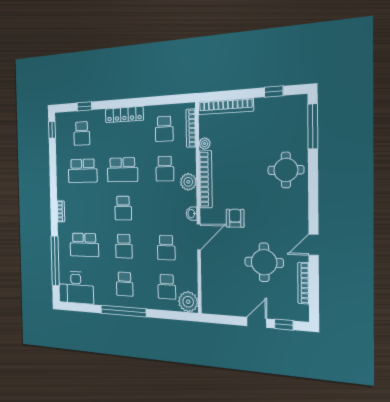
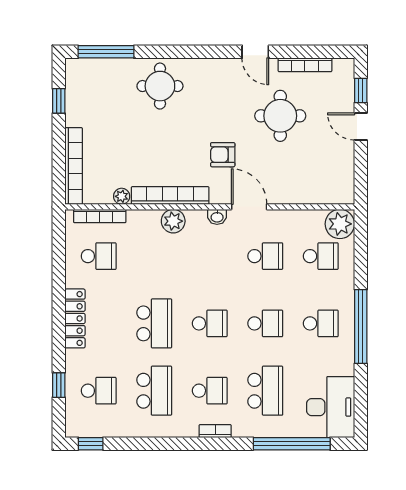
school desk: (165, 169) -> (210, 391), moved

